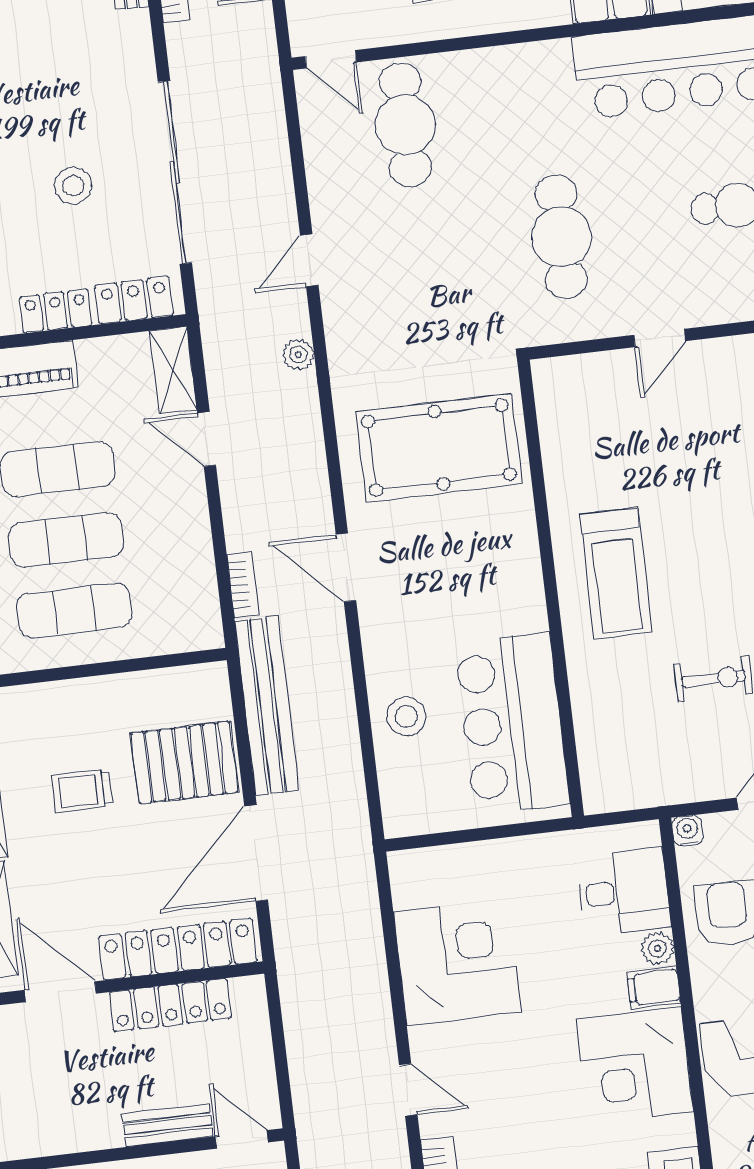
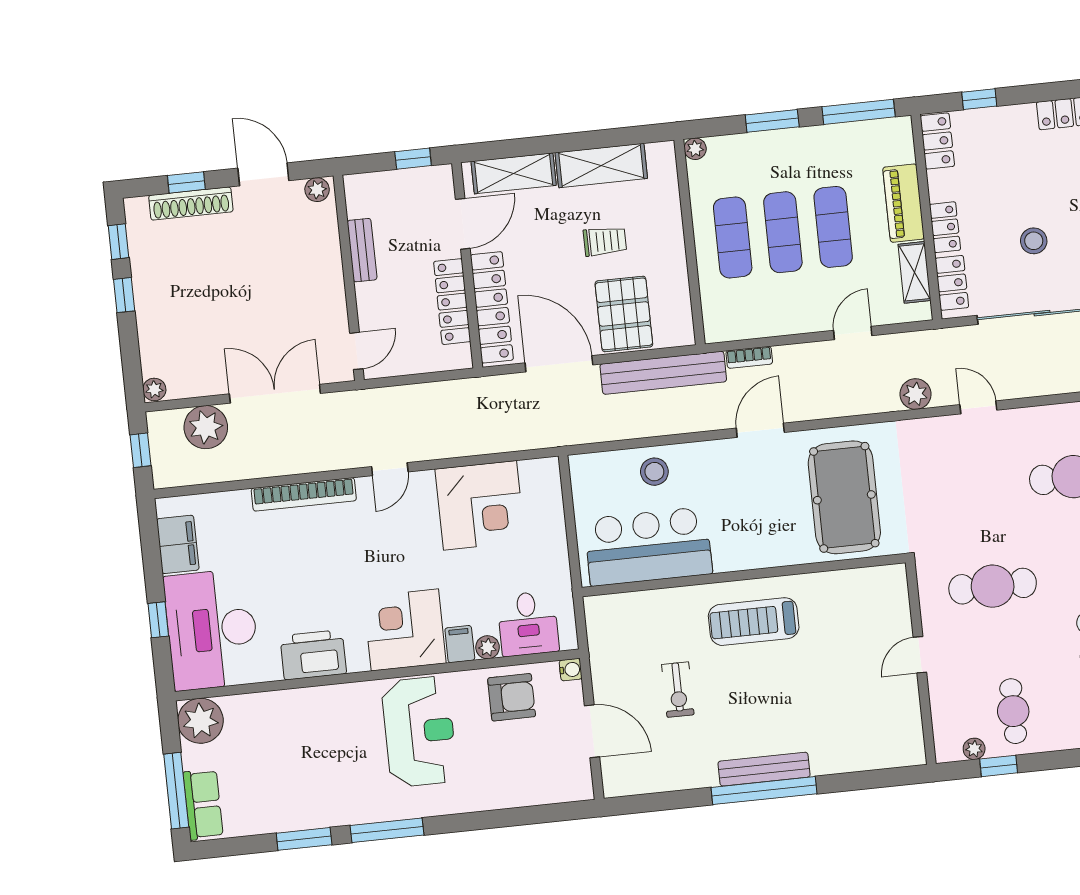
door: (660, 338) -> (920, 655), hinge flipped
plant: (298, 355) -> (915, 394), width x1.38, depth x1.38
shelving: (173, 370) -> (914, 272), moved, turned 90
trolley: (82, 791) -> (605, 241), turned 90
bench: (167, 1125) -> (362, 250), moved

